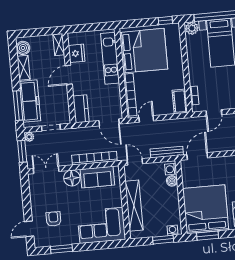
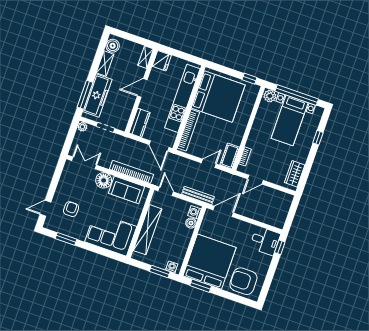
fridge: (77, 53) -> (162, 61), moved
kitchen unit: (110, 58) -> (182, 98), width x1.36
door: (146, 119) -> (209, 163), moved
window: (22, 151) -> (70, 137), removed

